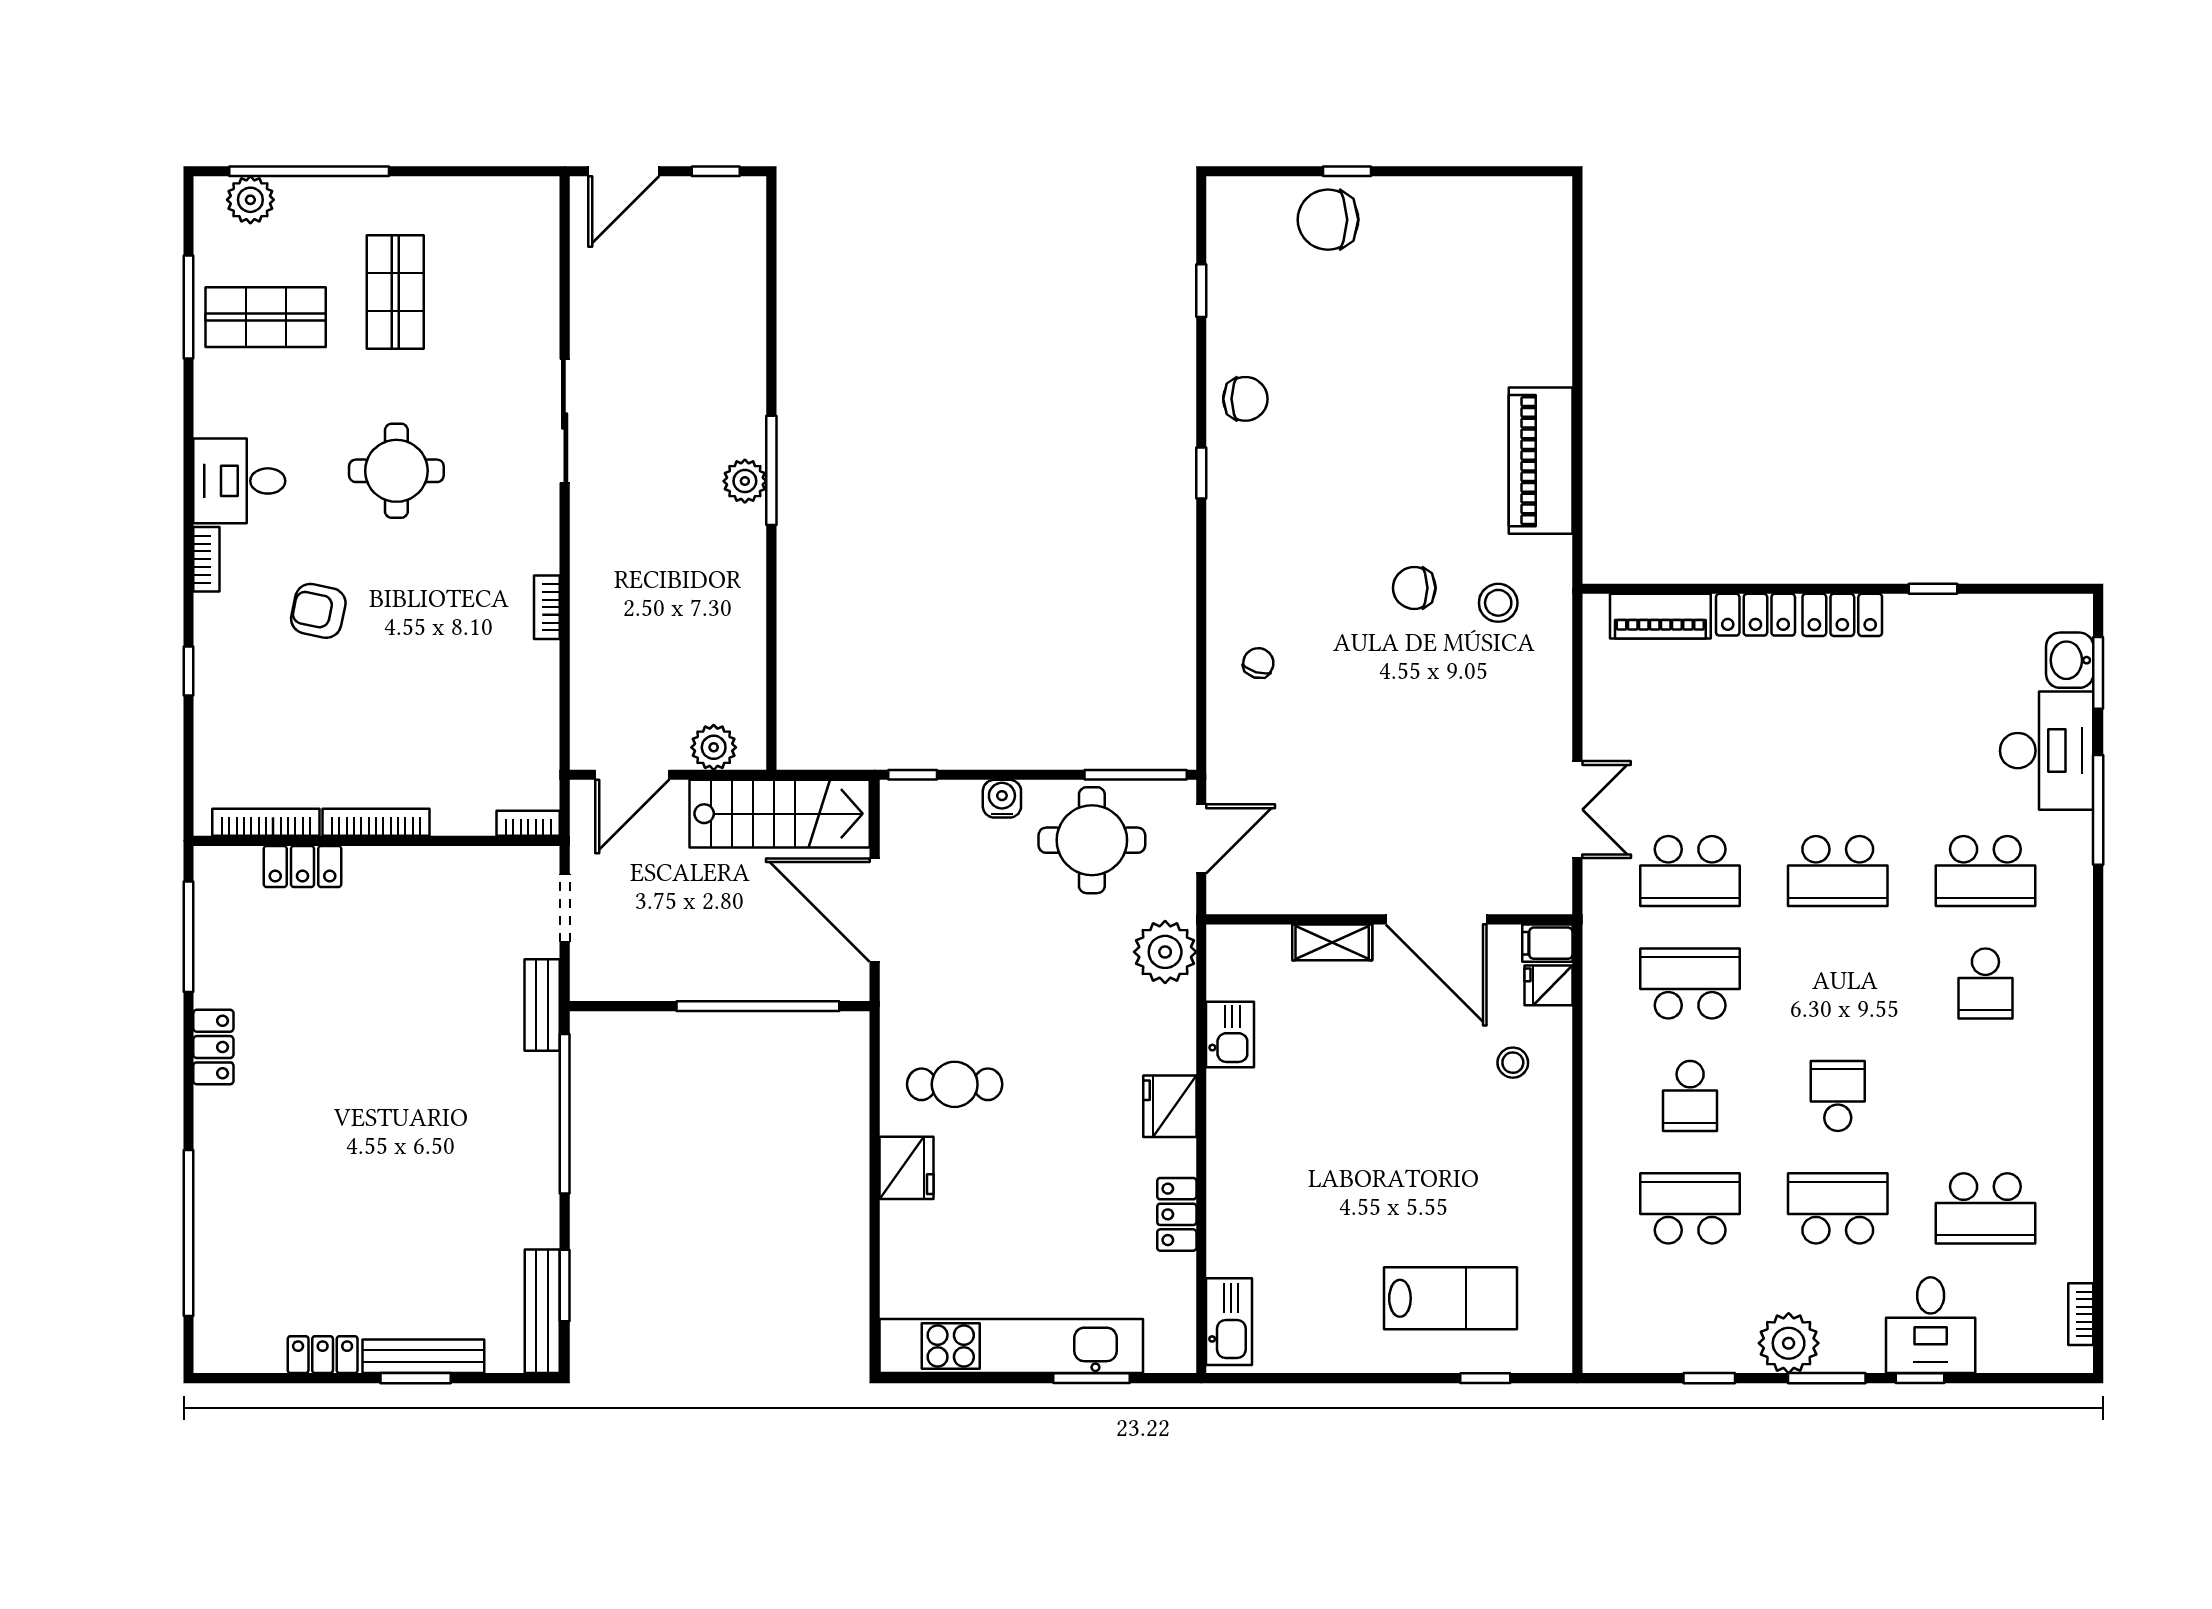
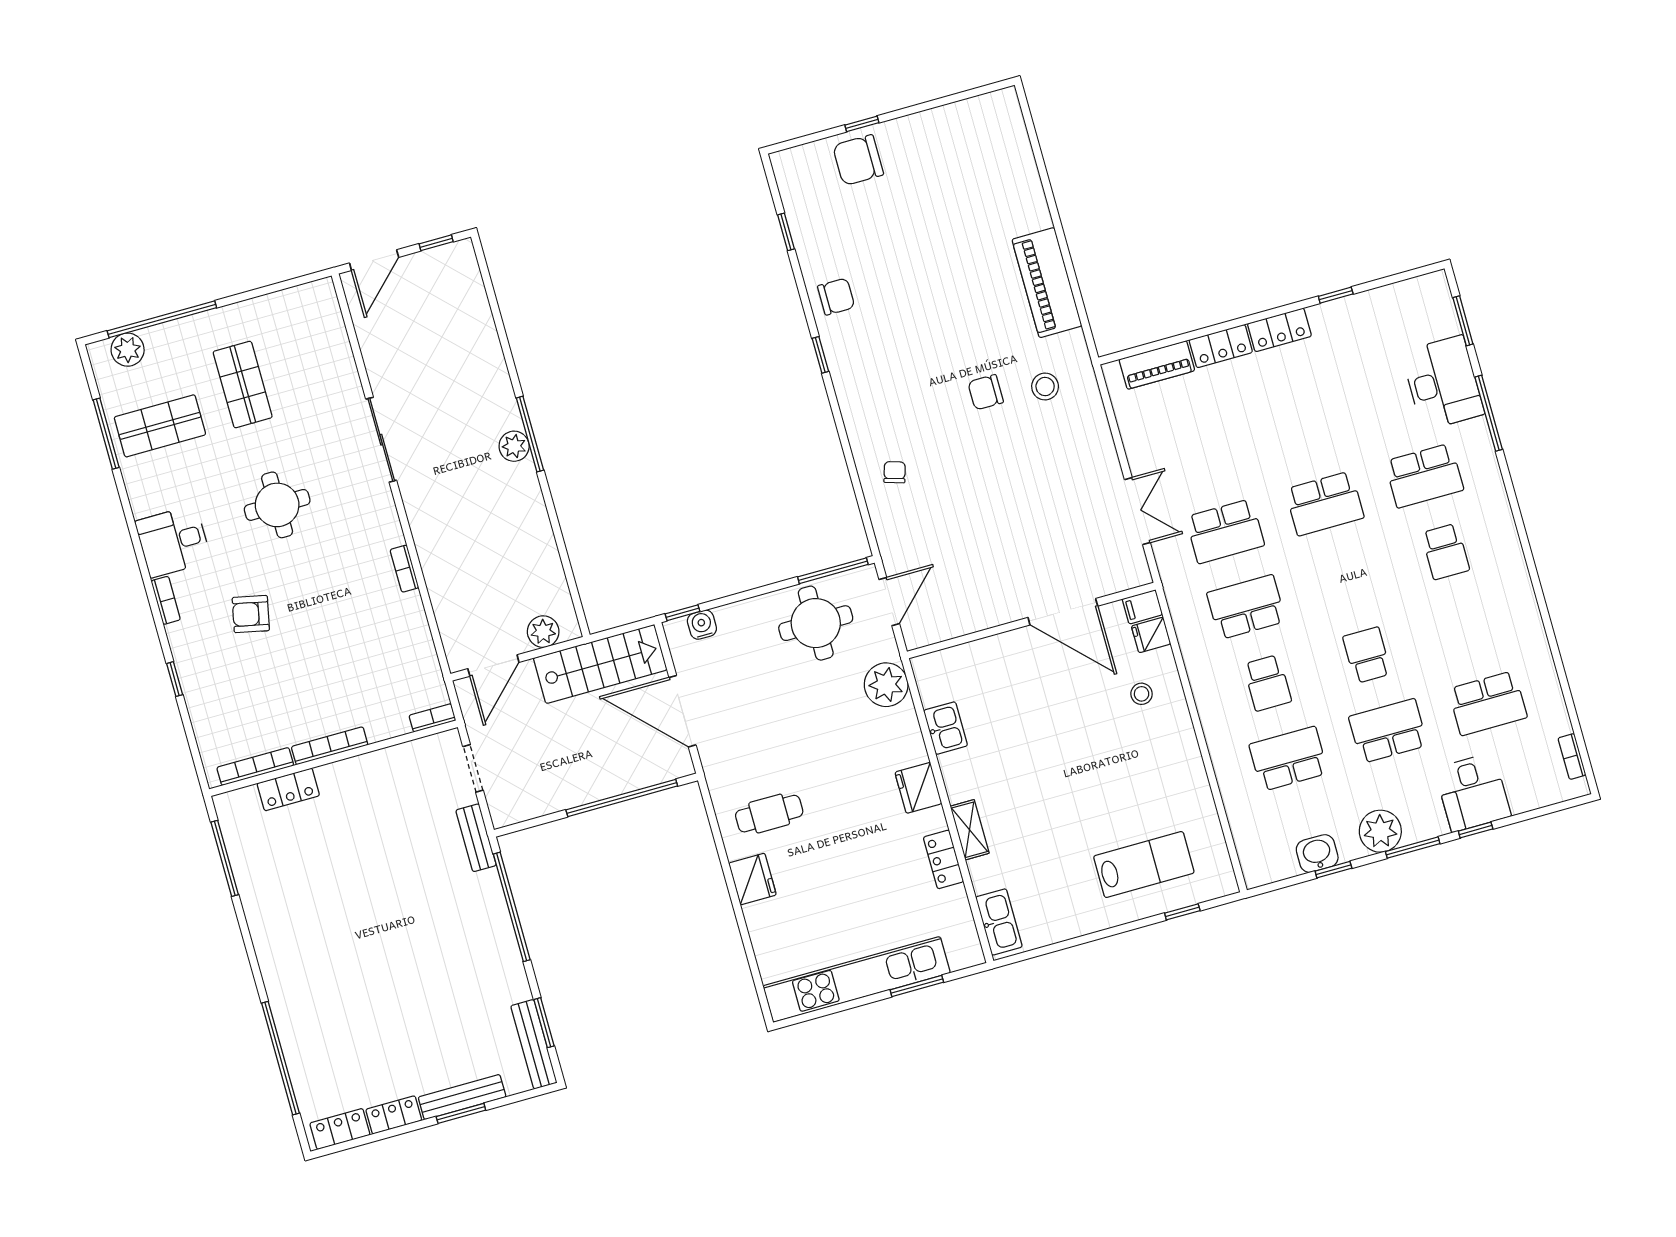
washbasin: (2070, 660) -> (1317, 854), moved, turned 90
water cooler: (1002, 799) -> (702, 625), moved
shelving: (1332, 942) -> (970, 830), moved, turned 90
locker: (213, 1047) -> (340, 1129), moved, turned -90

